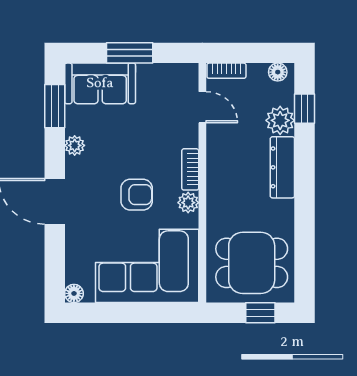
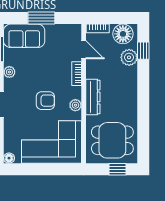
floor lamp: (278, 72) -> (123, 34), width x1.89, depth x1.89
dresser: (282, 167) -> (93, 97), moved, turned 180
bookcase: (190, 169) -> (77, 74), moved

